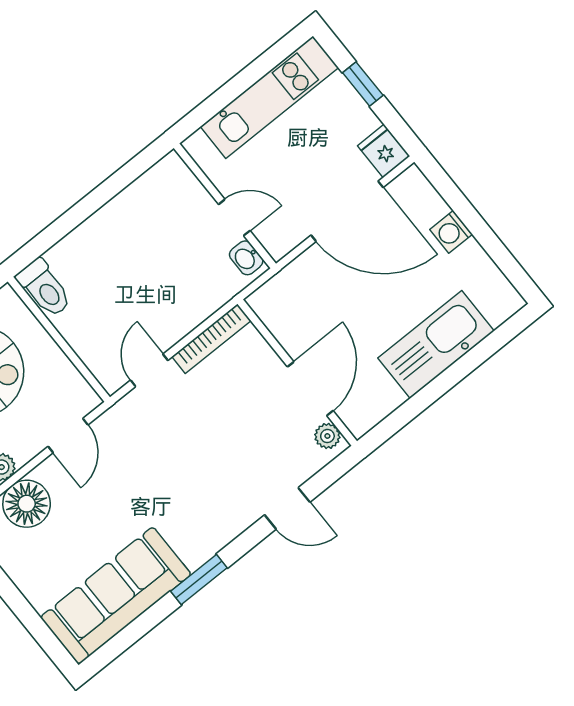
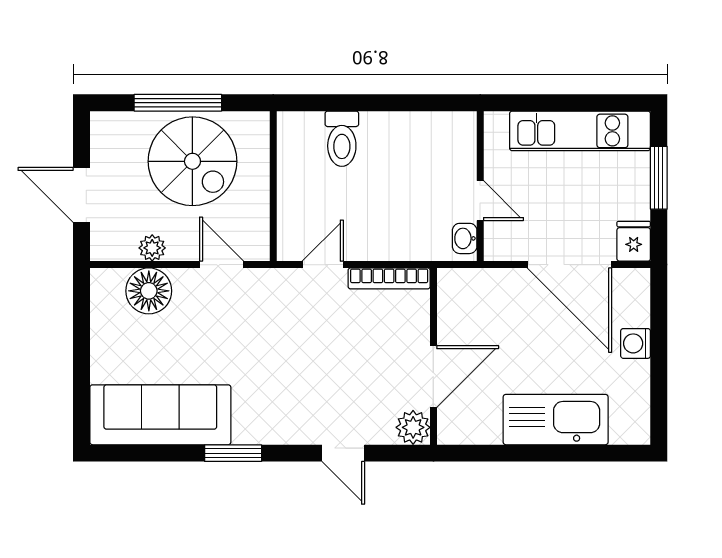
window: (363, 84) -> (659, 178), width x1.50
toilet: (44, 288) -> (342, 139), moved
door: (68, 436) -> (222, 265), swing flipped
plant: (327, 436) -> (413, 427), width x1.38, depth x1.38

